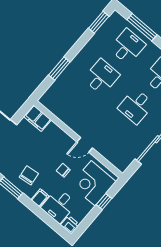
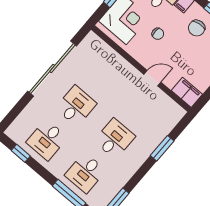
desk: (102, 77) -> (115, 139), turned 180
door: (85, 145) -> (152, 78), moved

